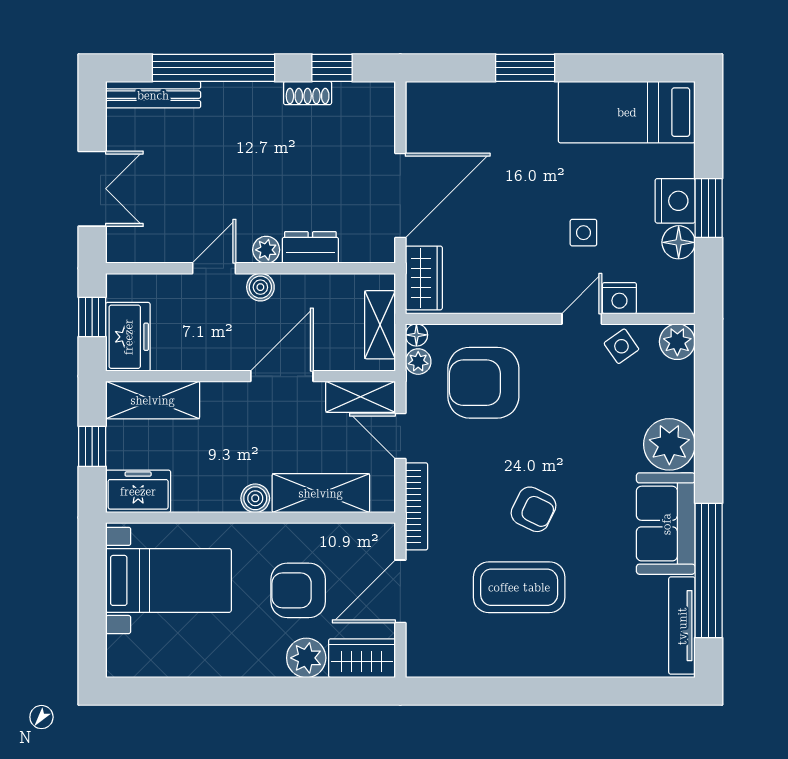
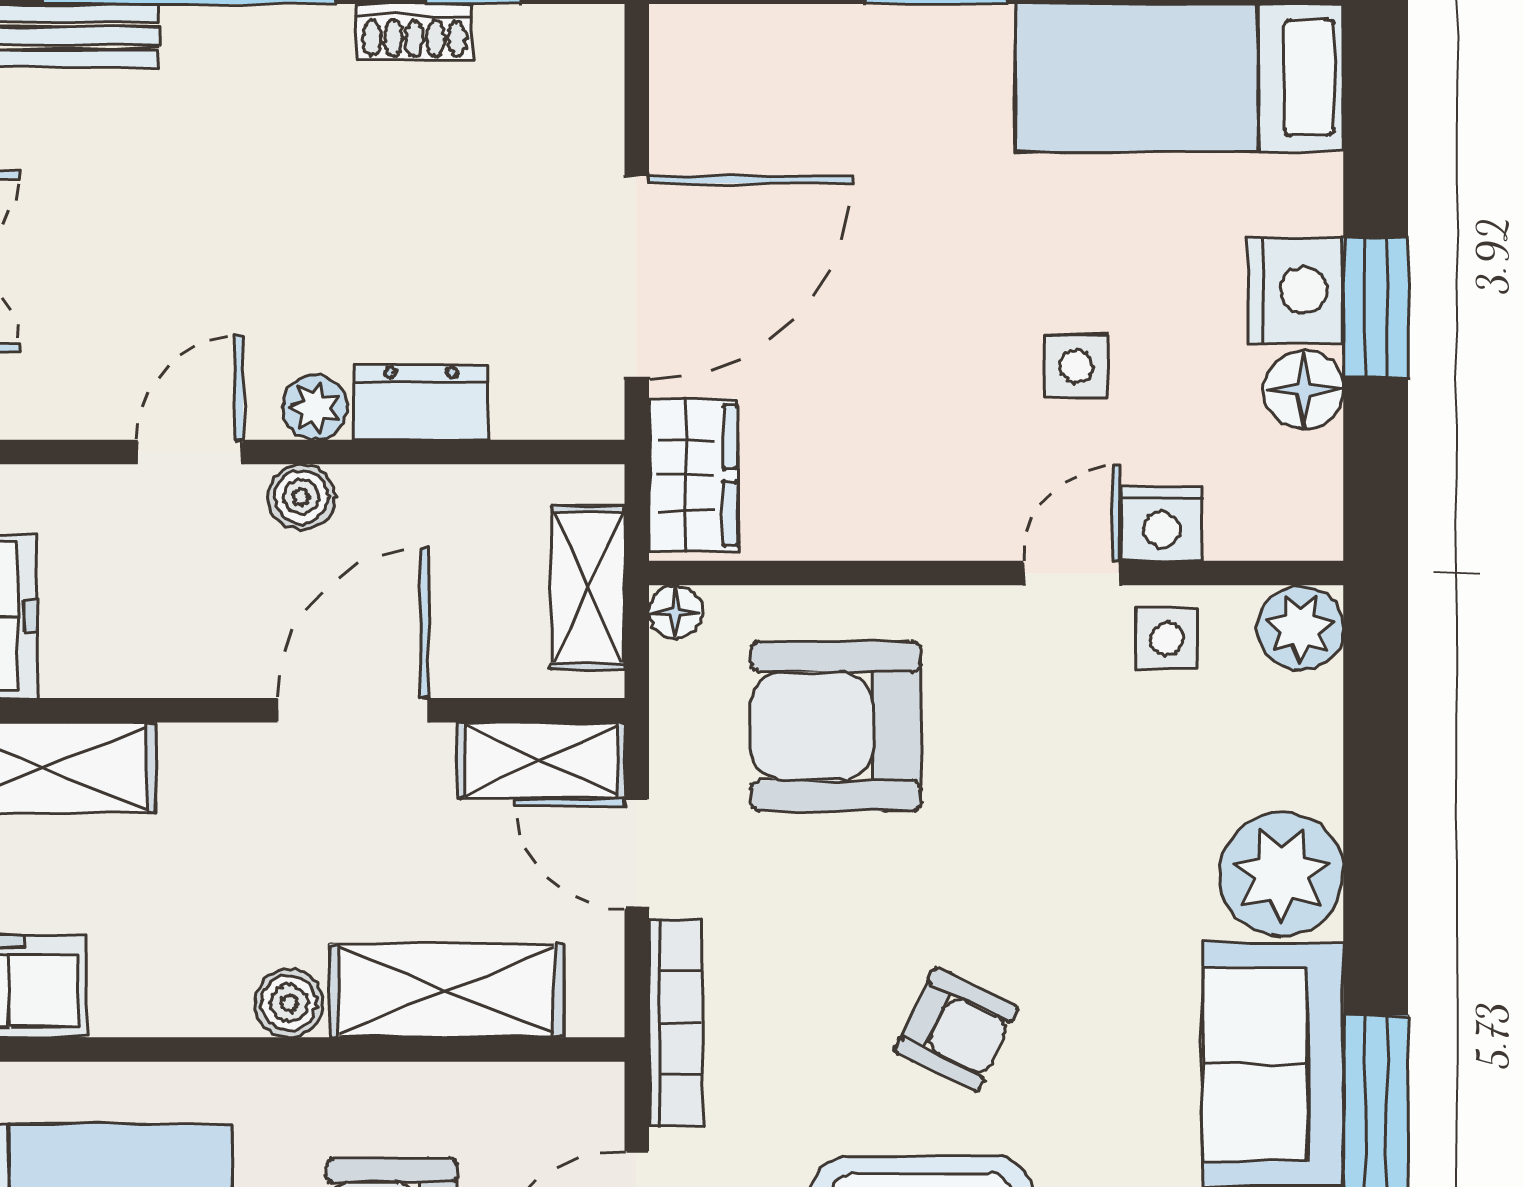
side table: (621, 346) -> (1167, 639), turned 35
plant: (418, 362) -> (680, 676), removed

